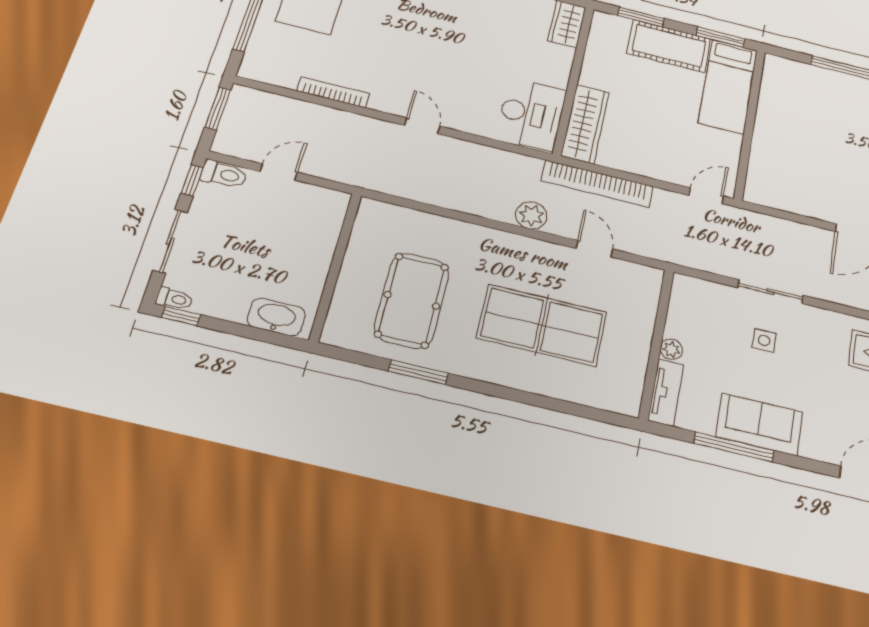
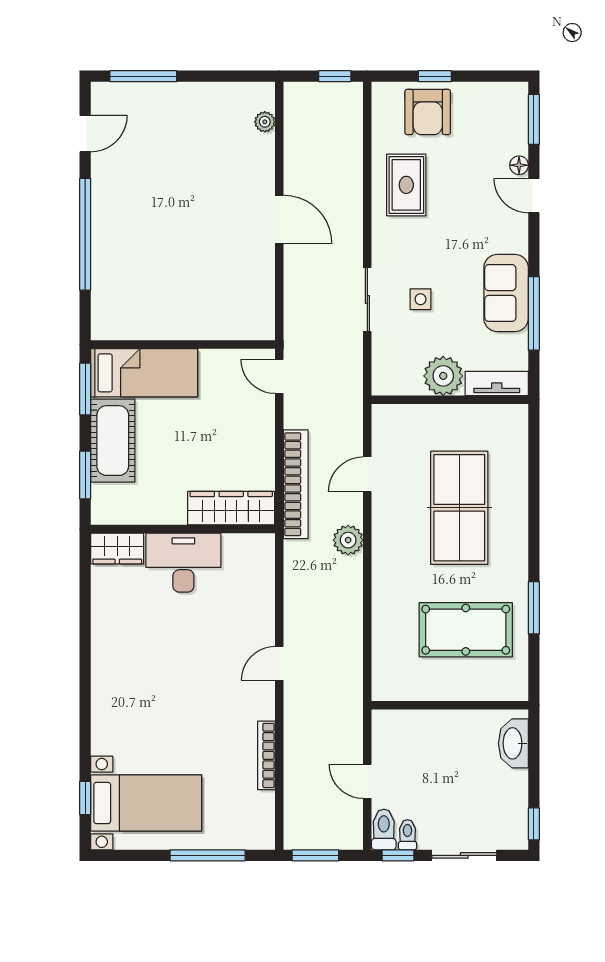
desk: (531, 114) -> (183, 563), moved
toilet: (174, 299) -> (408, 835), moved
plant: (671, 349) -> (443, 376), width x1.88, depth x1.88

